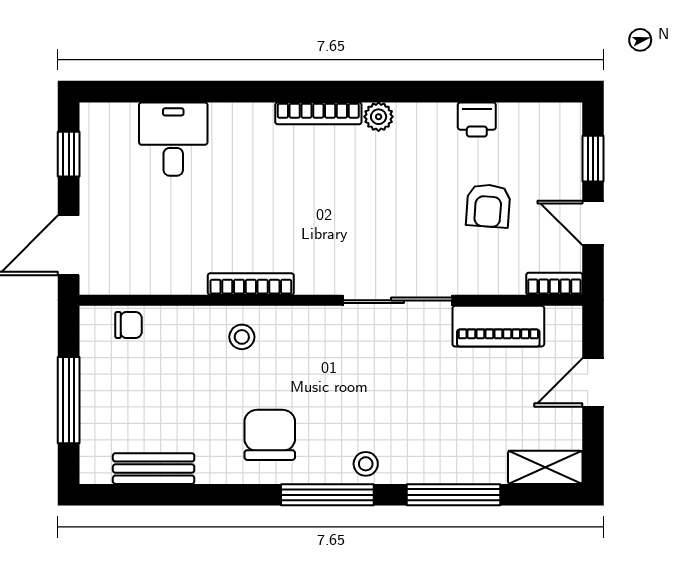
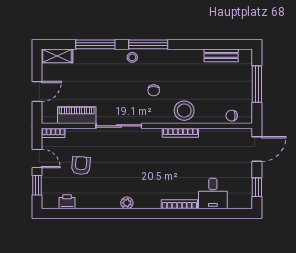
bookcase: (318, 113) -> (179, 204), moved
printer: (477, 120) -> (67, 202), moved
stool: (242, 337) -> (184, 111), width x1.89, depth x1.89
chair: (270, 435) -> (154, 90), moved, width x0.54, depth x0.54

